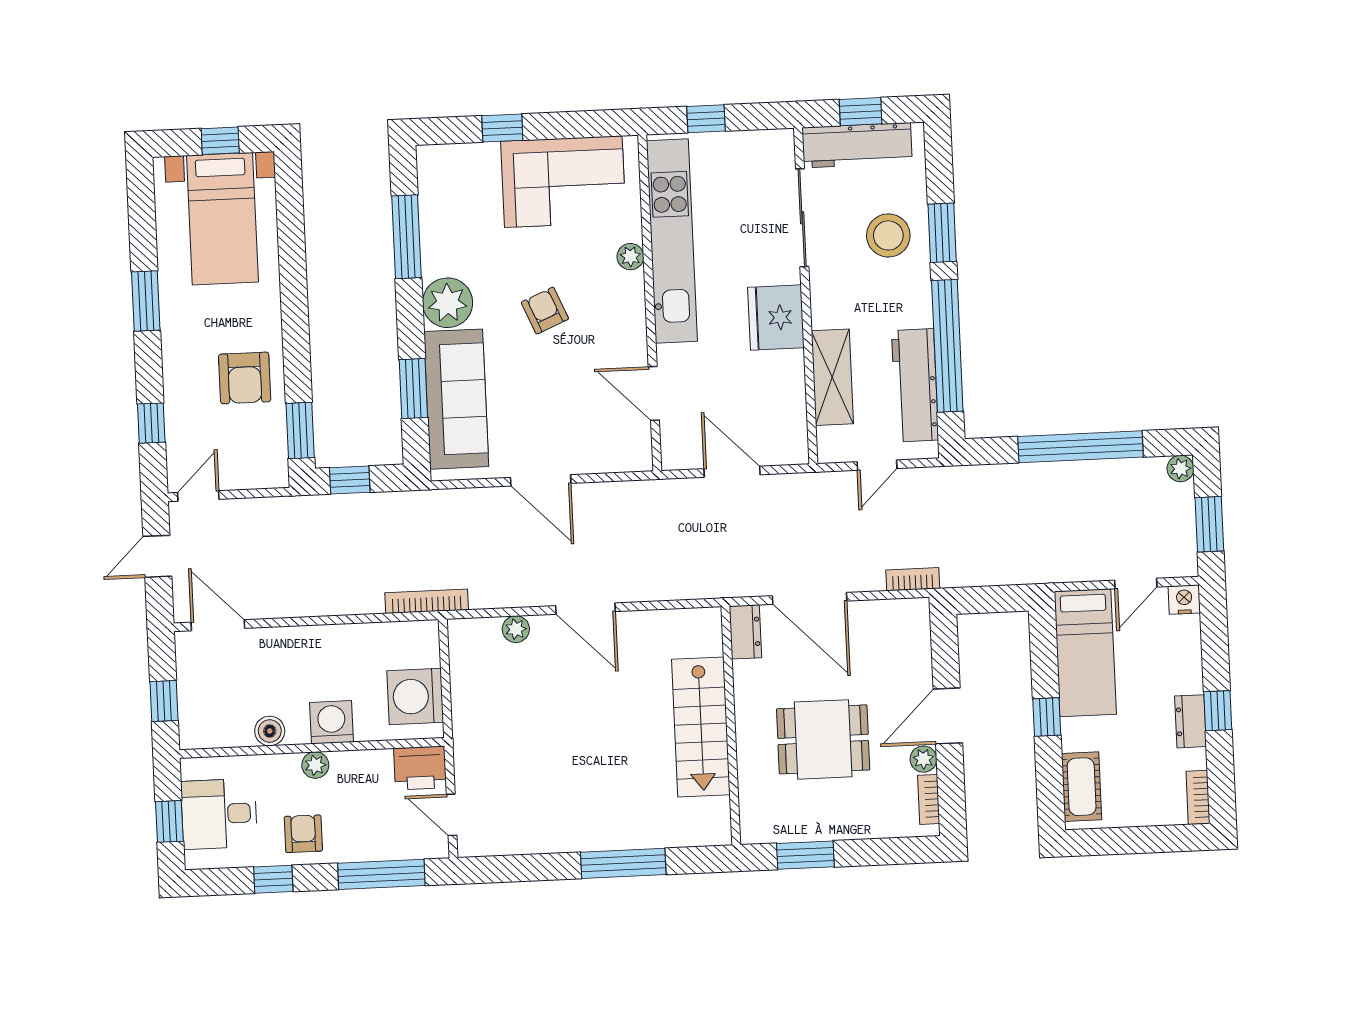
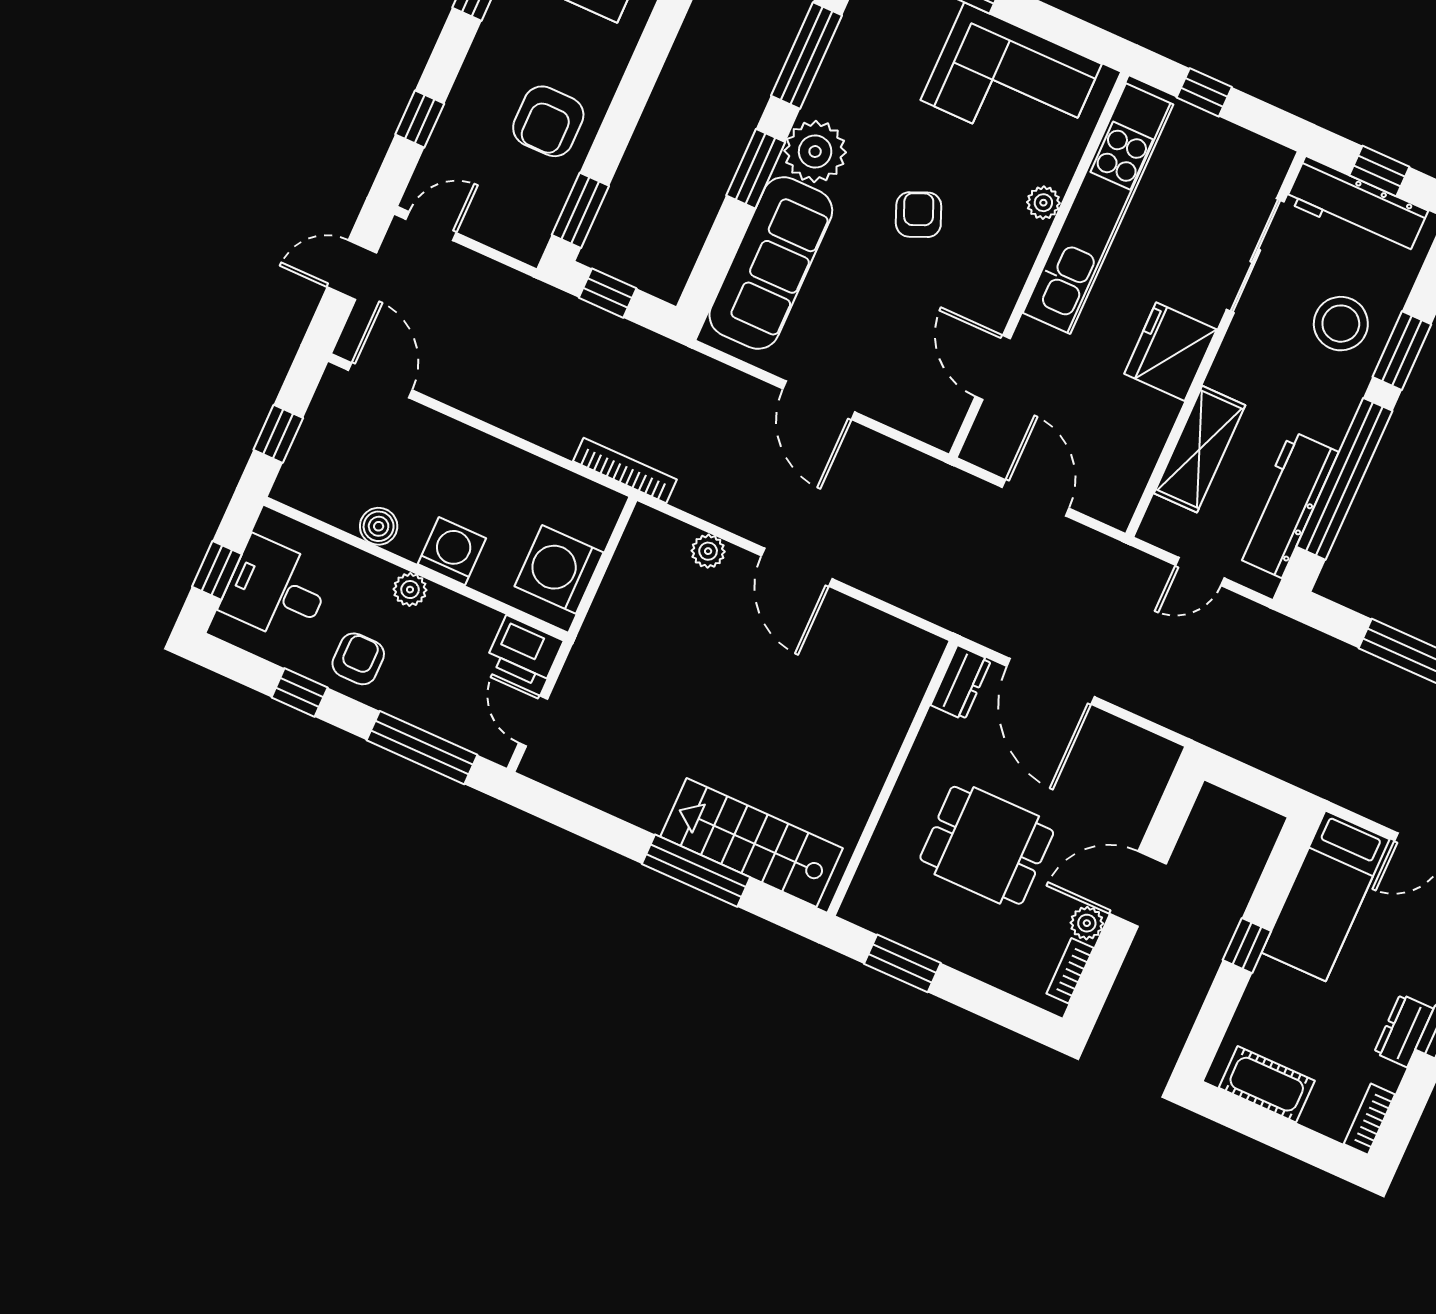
window: (413, 389) -> (756, 169), moved
bookcase: (913, 579) -> (1176, 718), removed
stairs: (701, 727) -> (752, 842), moved, turned 90
cot: (1082, 787) -> (1267, 1084), moved, turned 90

